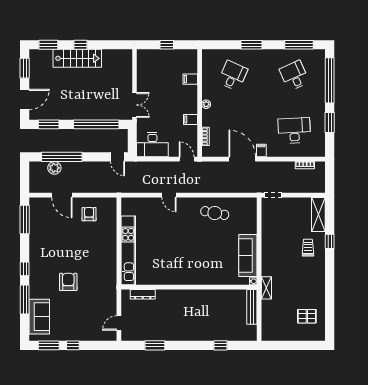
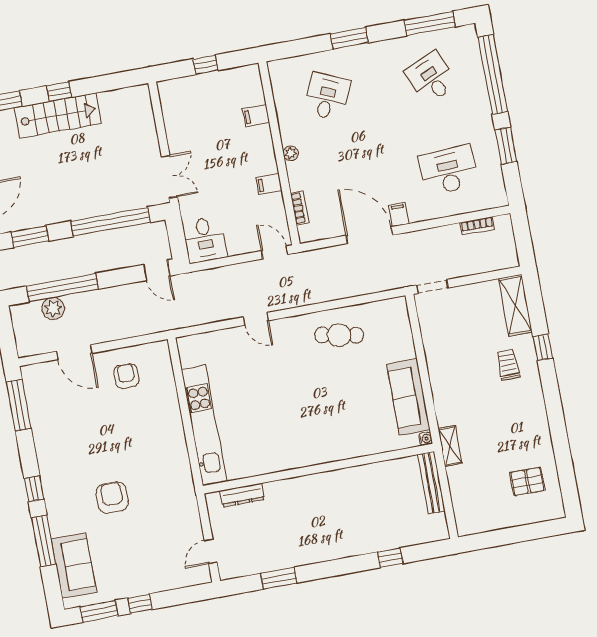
desk: (152, 145) -> (205, 240), width x0.73

